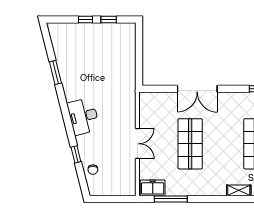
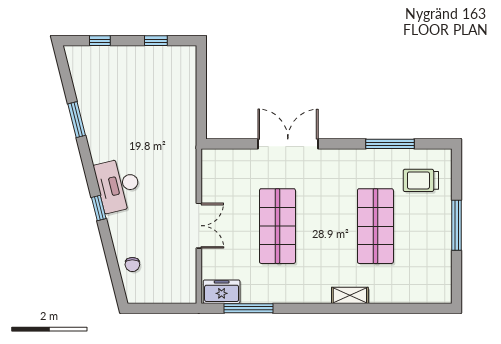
window: (86, 19) -> (100, 41), moved
double door: (197, 89) -> (288, 144), swing flipped
window: (76, 154) -> (99, 208), moved

